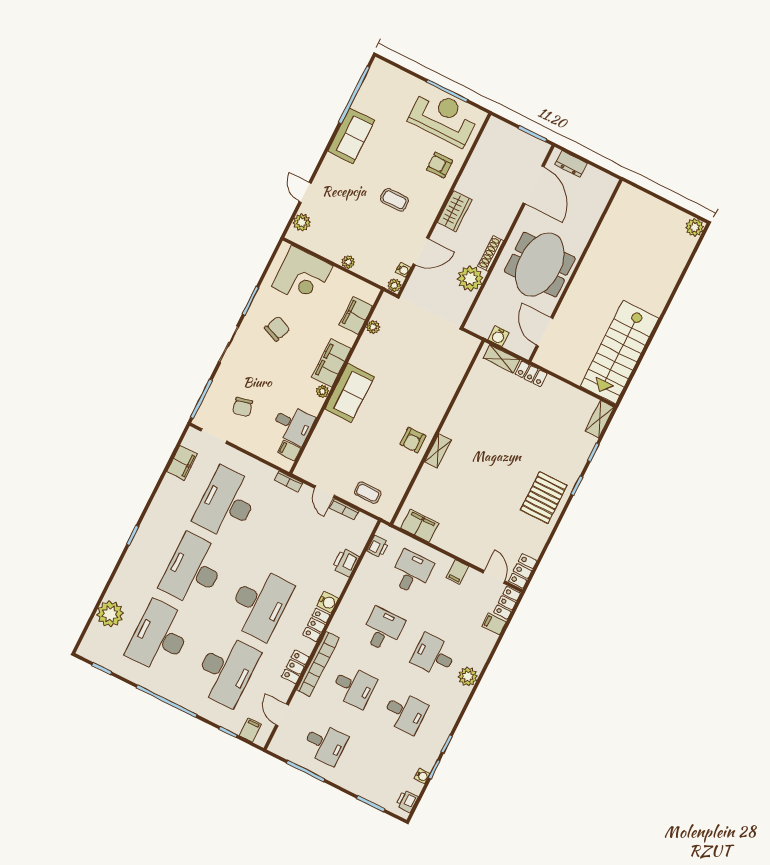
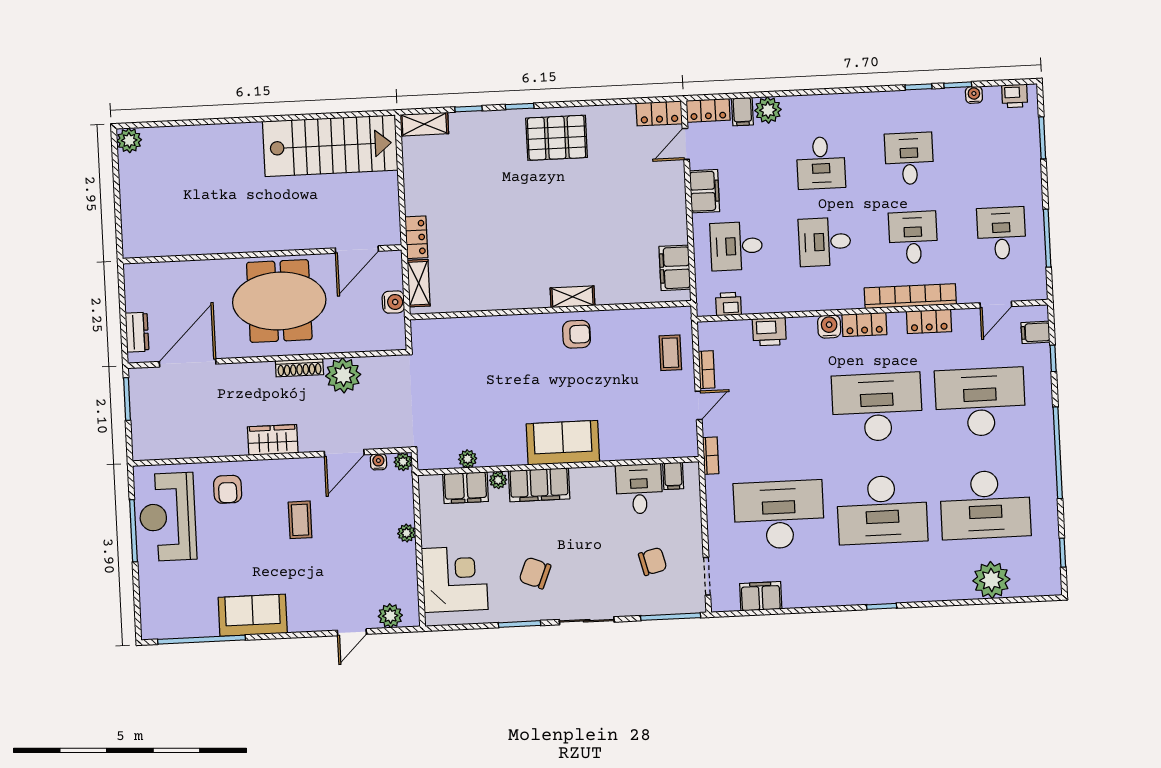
door: (421, 251) -> (344, 453), swing flipped
plant: (322, 391) -> (498, 480), moved
desk: (227, 503) -> (779, 515), turned 180
filing cabinet: (457, 572) -> (705, 191), width x2.00
plant: (468, 677) -> (768, 110), moved

